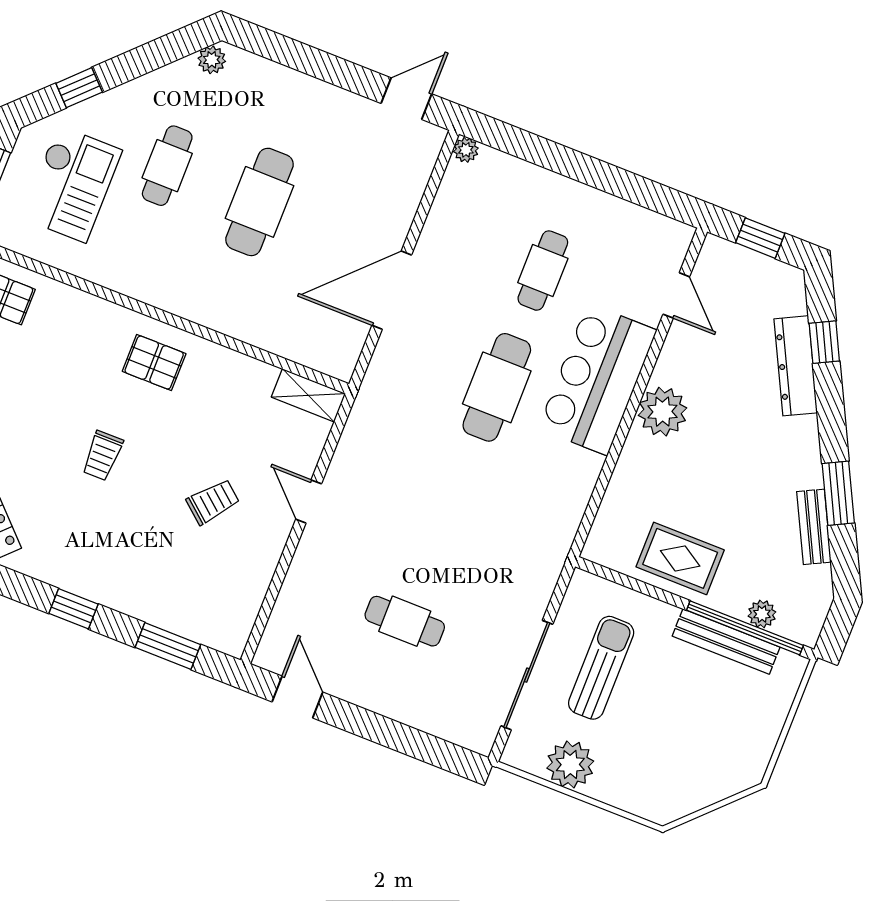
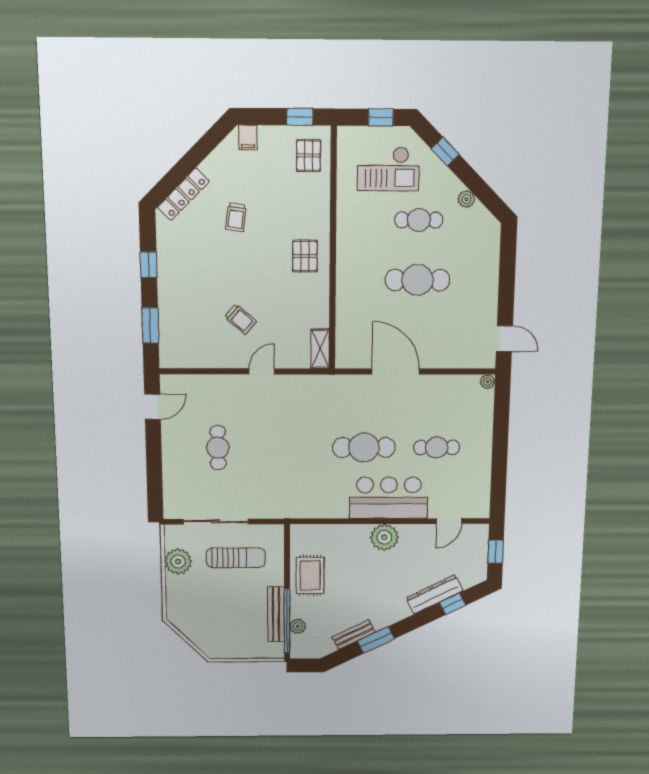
plant: (212, 60) -> (466, 199), moved
trolley: (102, 456) -> (236, 217), moved, turned -83

